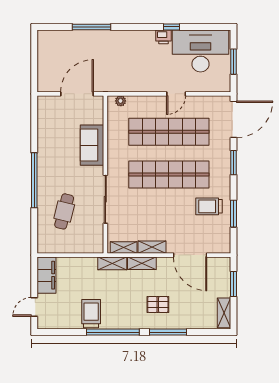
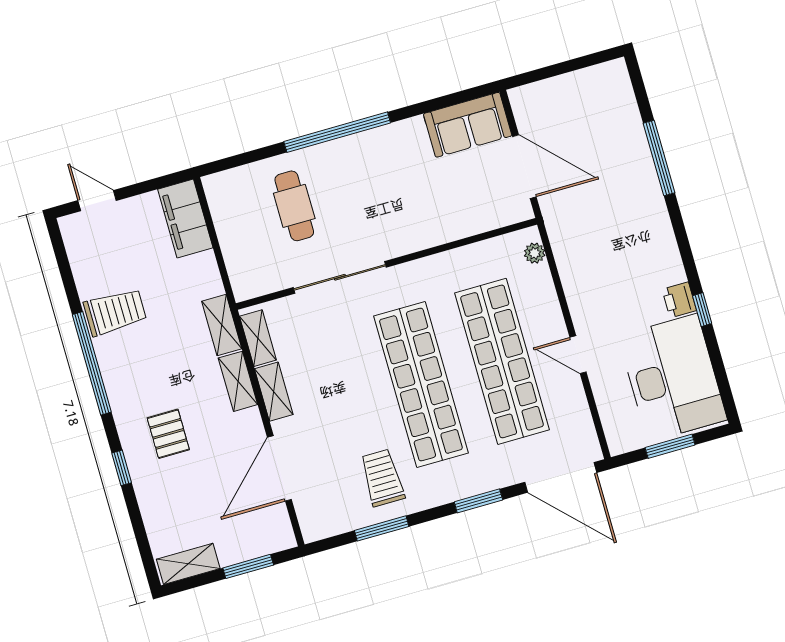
sofa: (92, 145) -> (468, 125), moved, turned 180
cafe table: (64, 211) -> (294, 206), turned 76
filing cabinet: (46, 275) -> (185, 219), moved, turned 90
window: (168, 332) -> (122, 468), width x0.46

